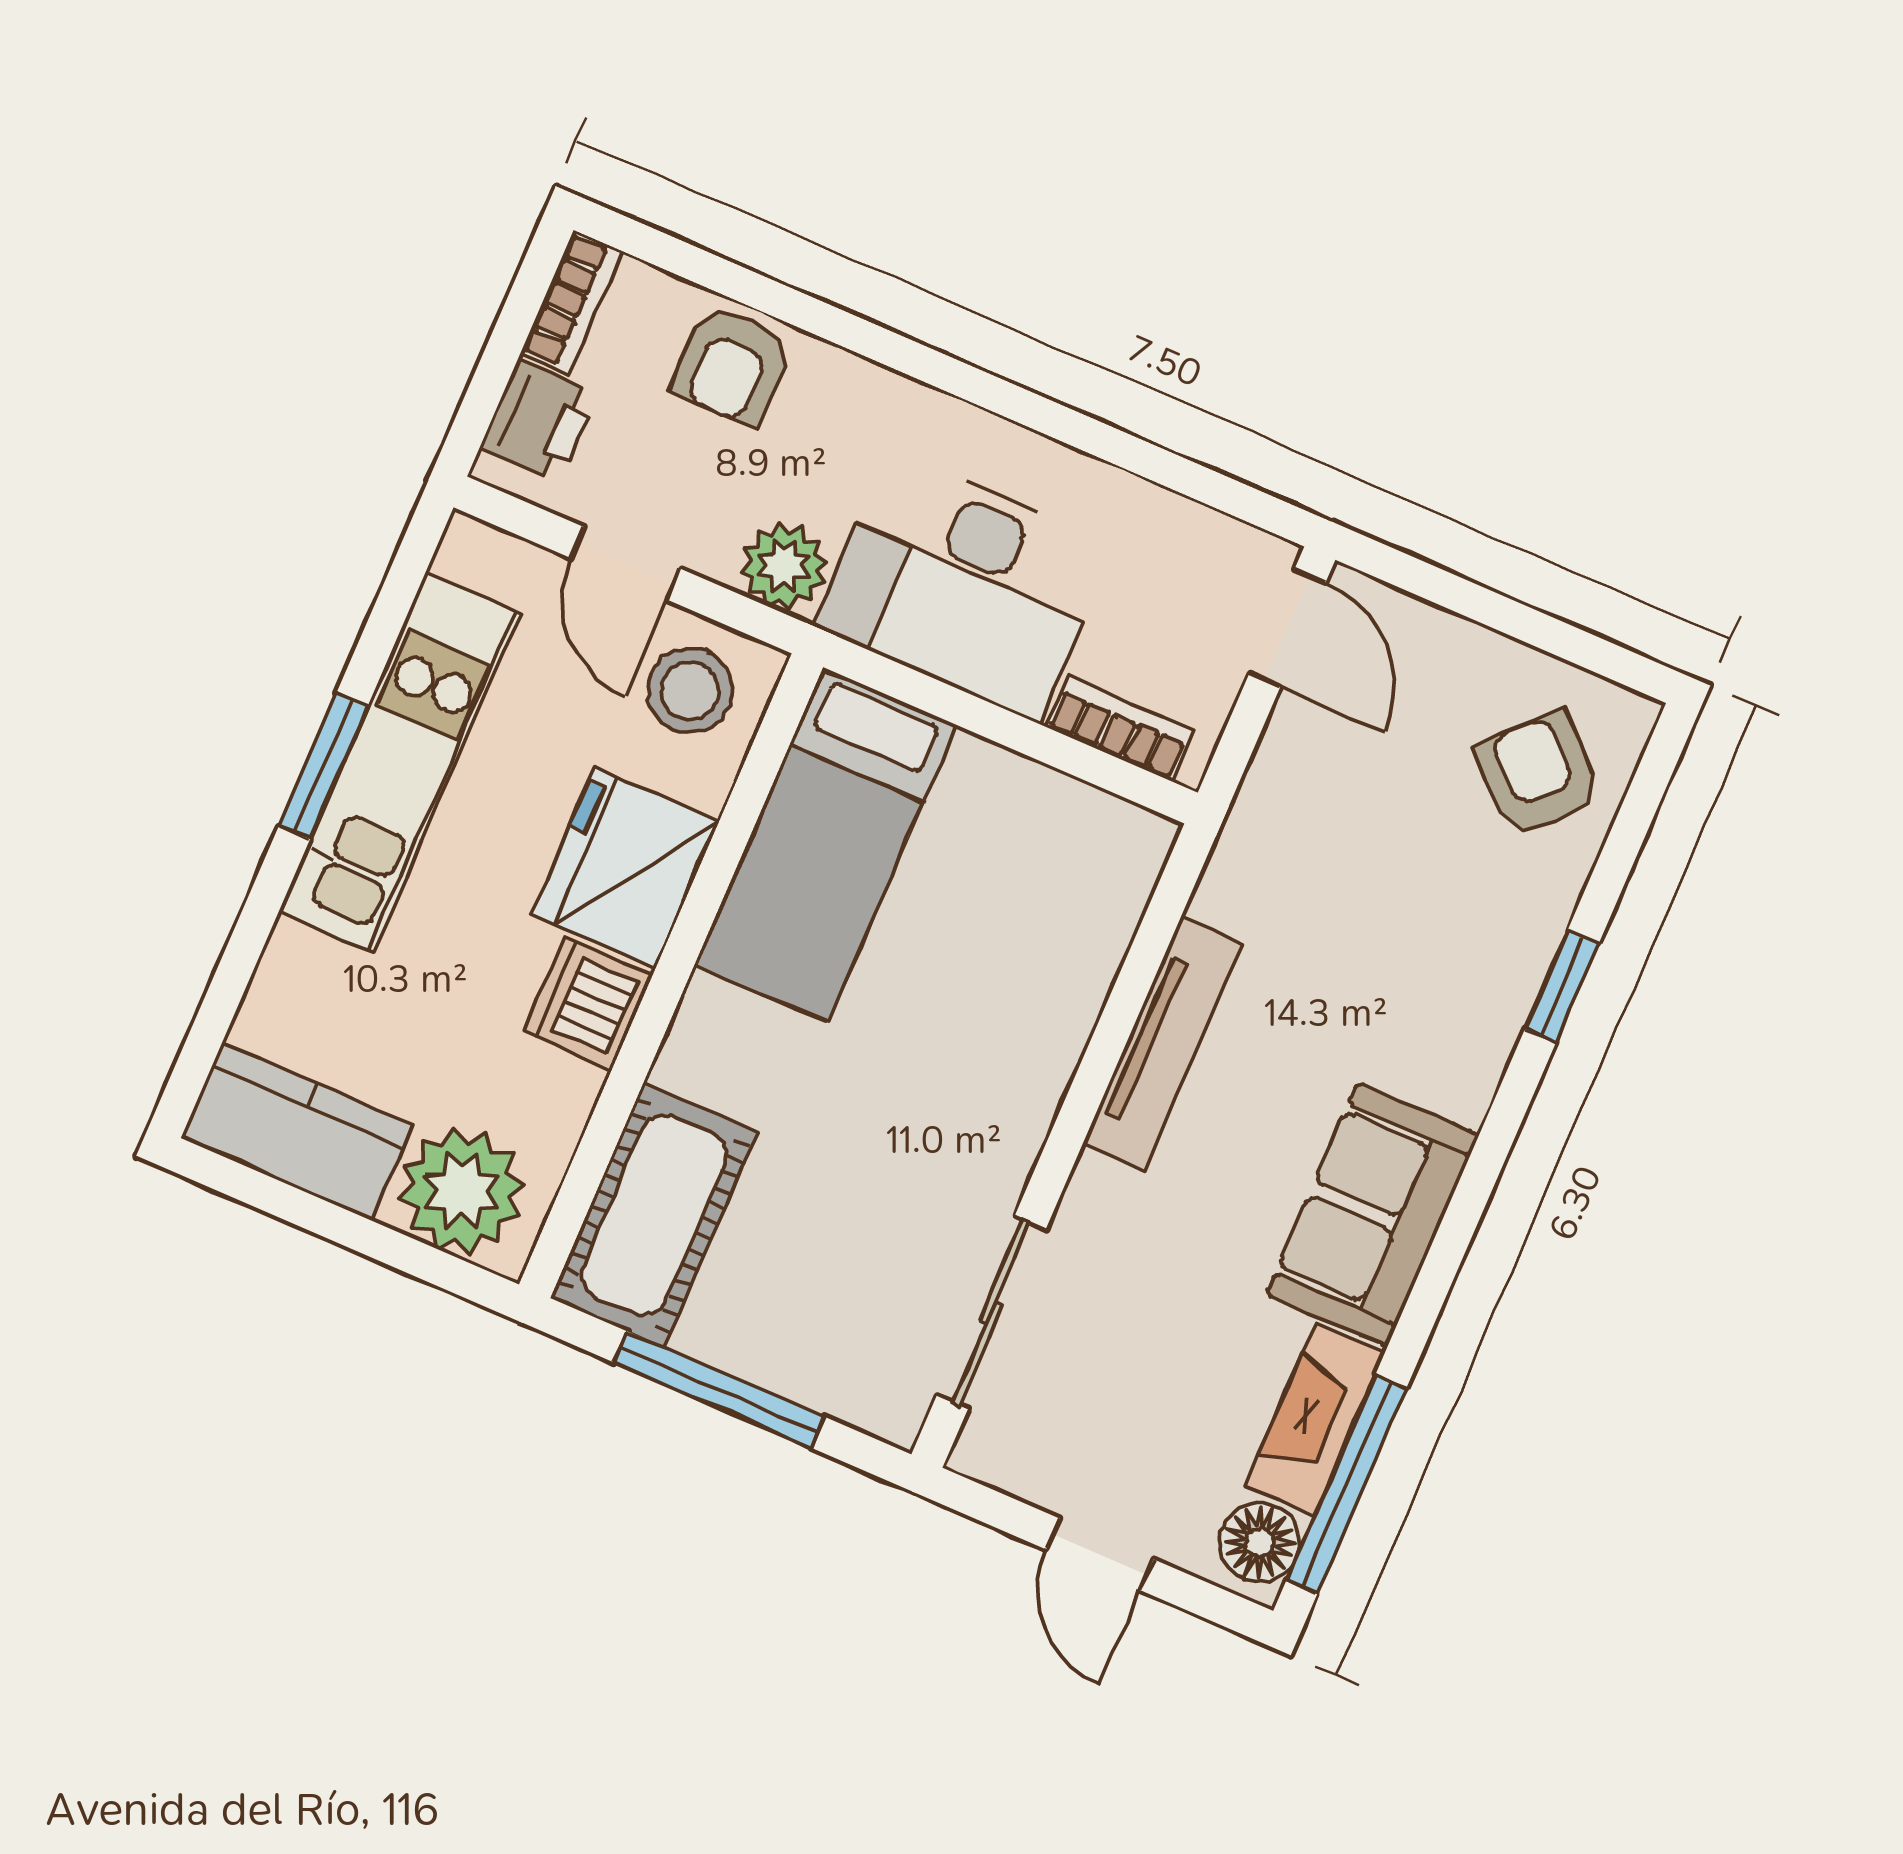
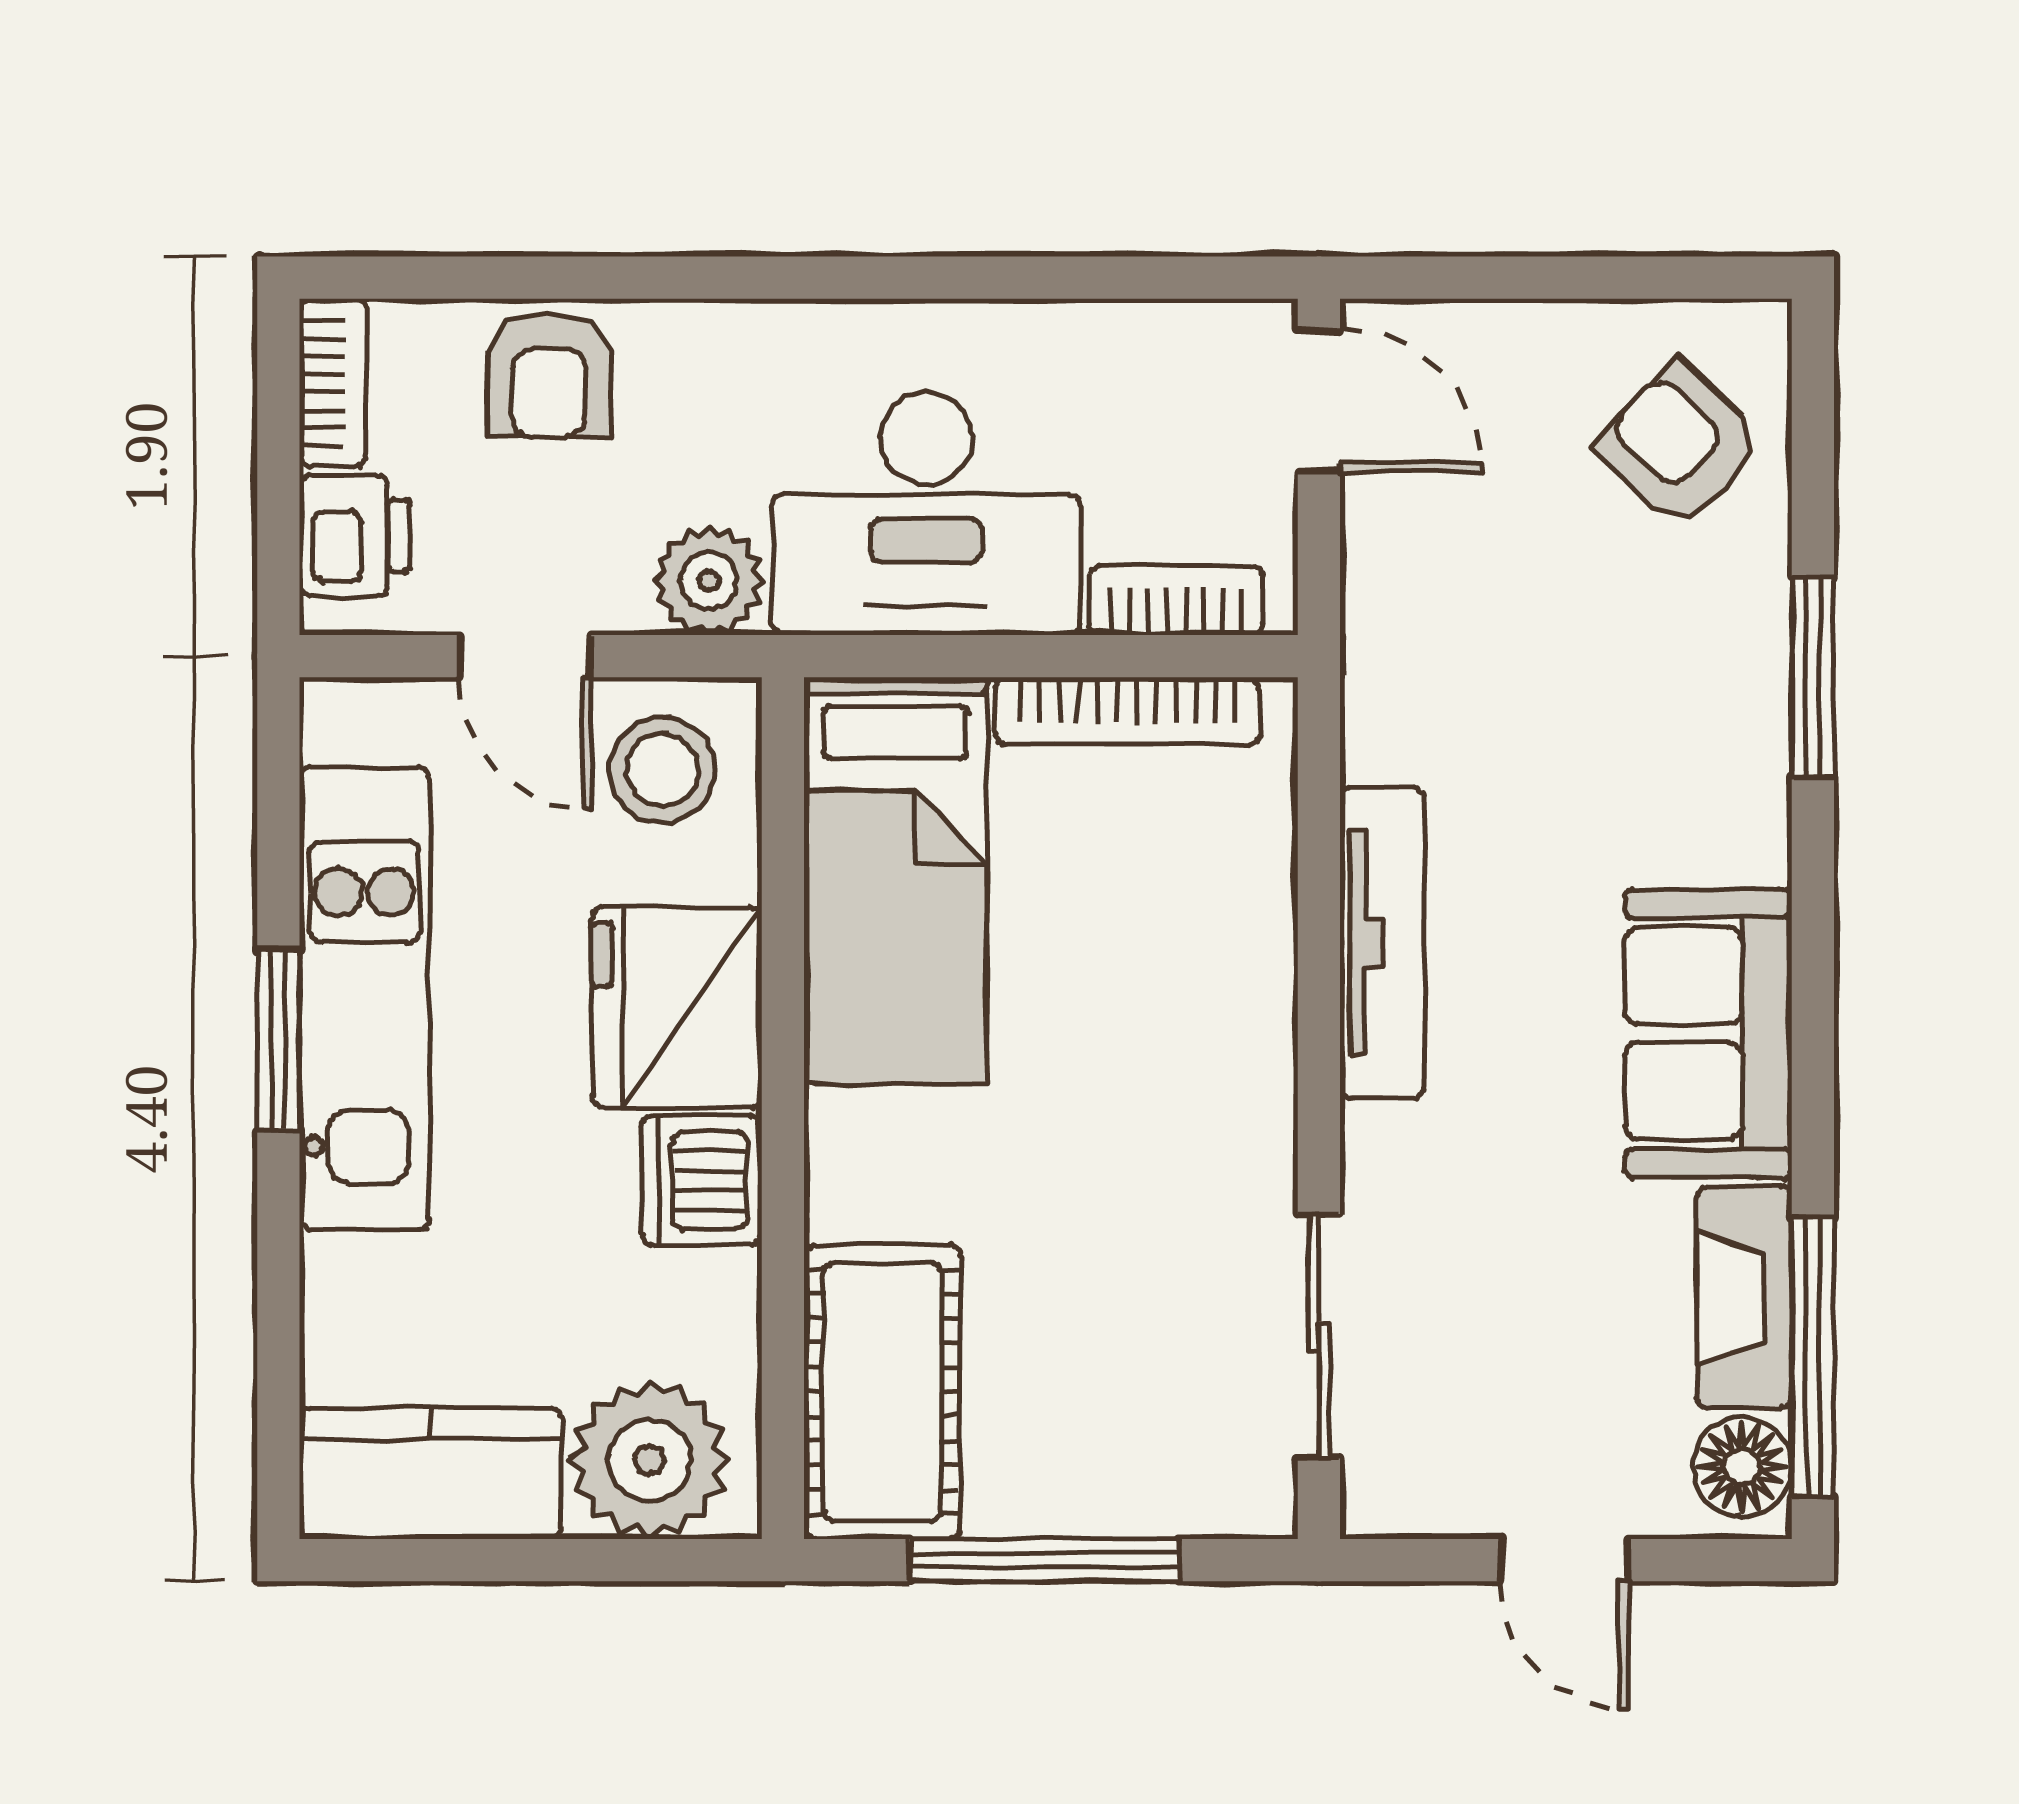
bookcase: (1049, 794) -> (1128, 711), added
window: (1562, 987) -> (1813, 677), width x1.50

